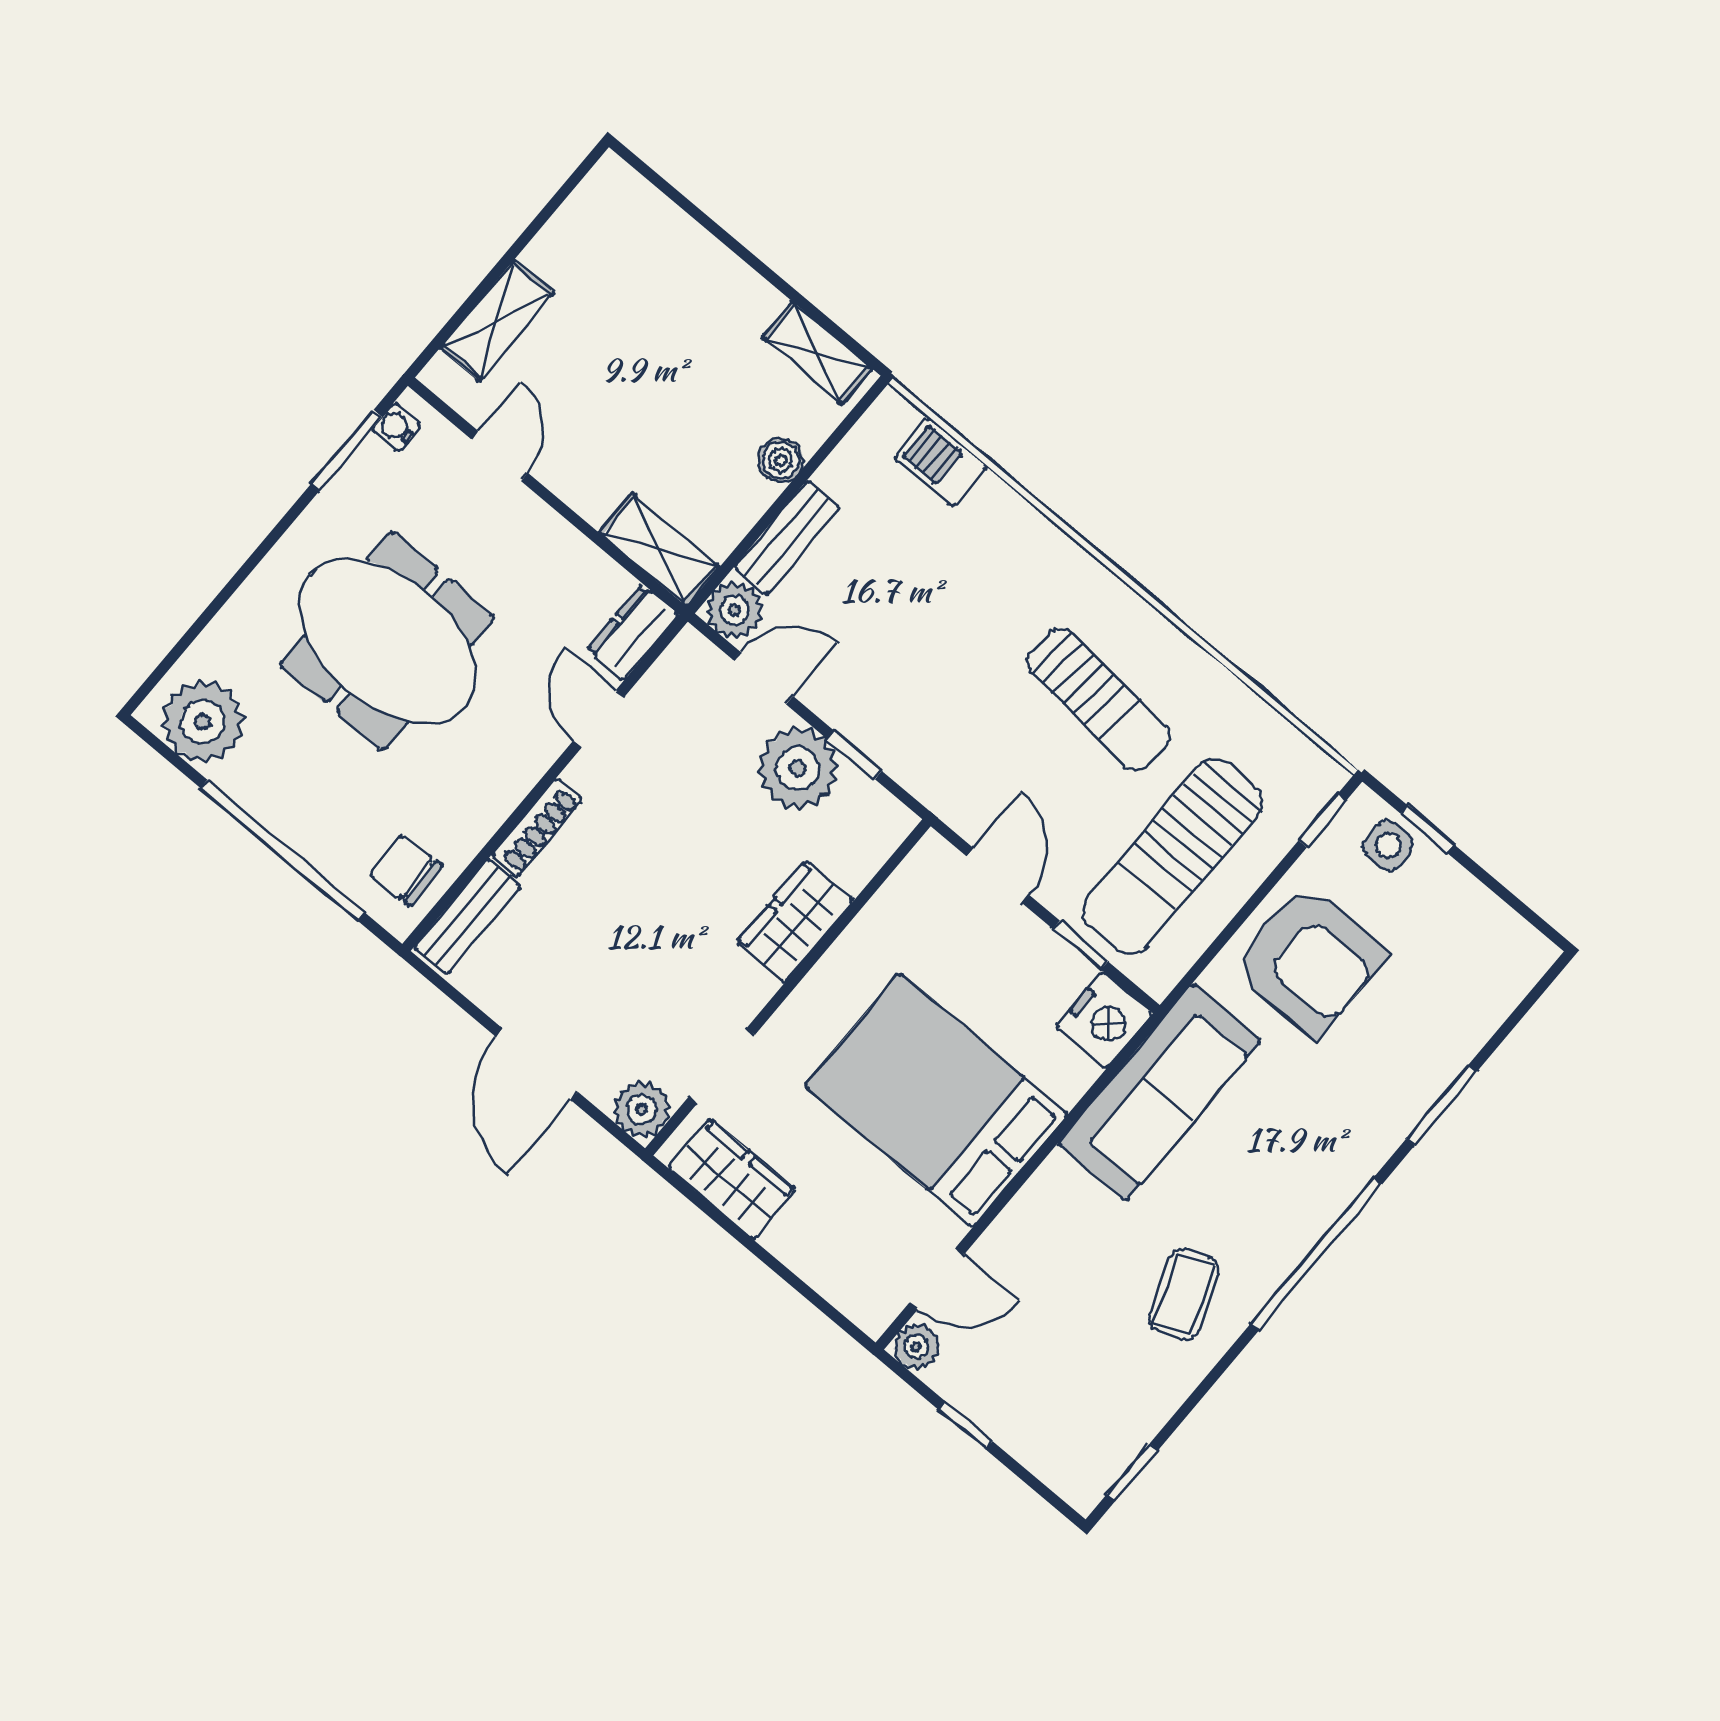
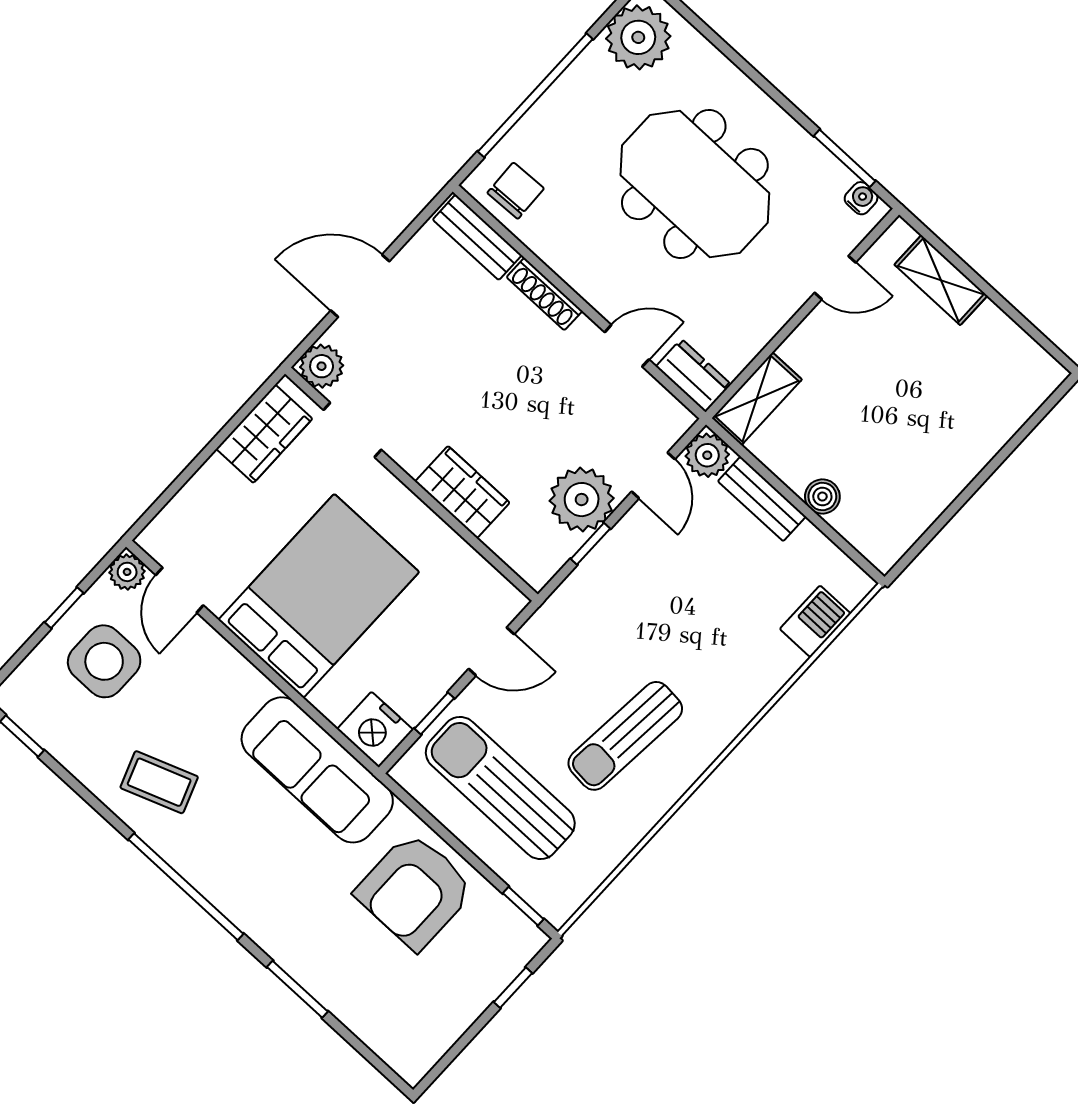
shelving: (817, 353) -> (904, 528), removed
meeting table: (387, 641) -> (695, 184), turned 90
side table: (1388, 846) -> (104, 661), moved, width x1.87, depth x1.87

